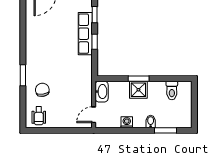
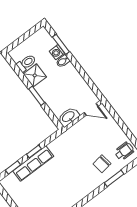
window: (23, 75) -> (114, 178), moved
shower: (138, 90) -> (35, 75), moved
washing machine: (127, 122) -> (57, 52), moved

